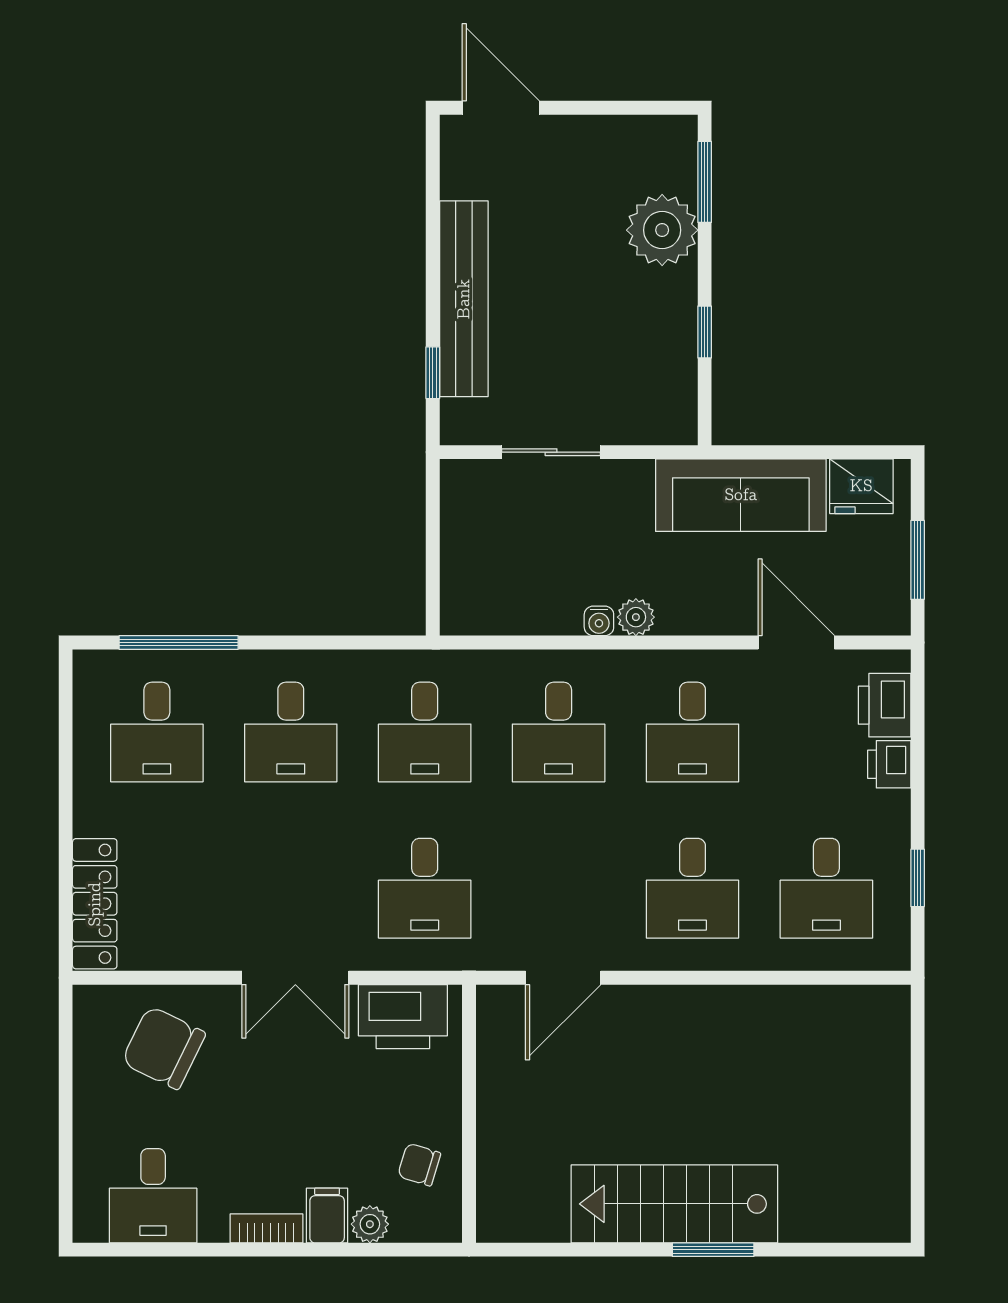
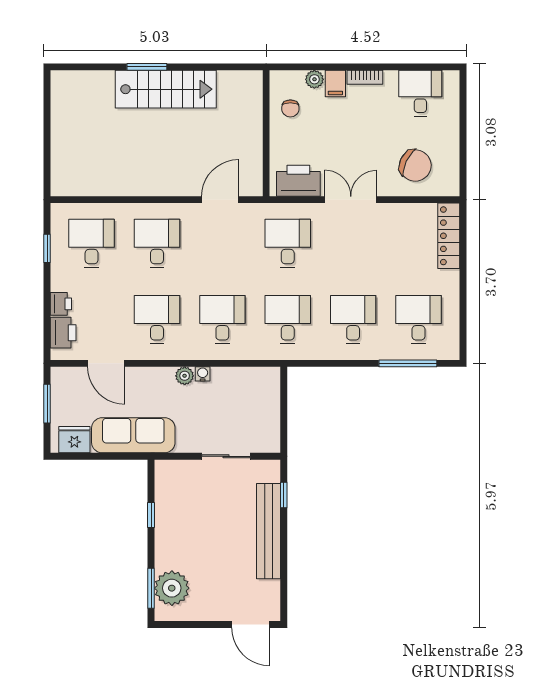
plant: (662, 230) -> (172, 588), moved
chair: (419, 1165) -> (290, 108), turned 73

